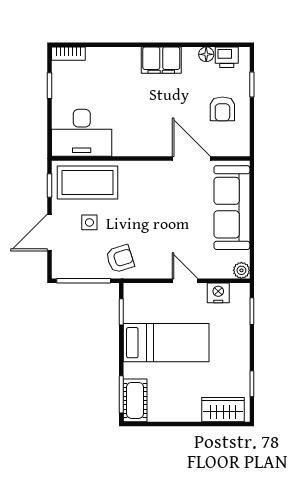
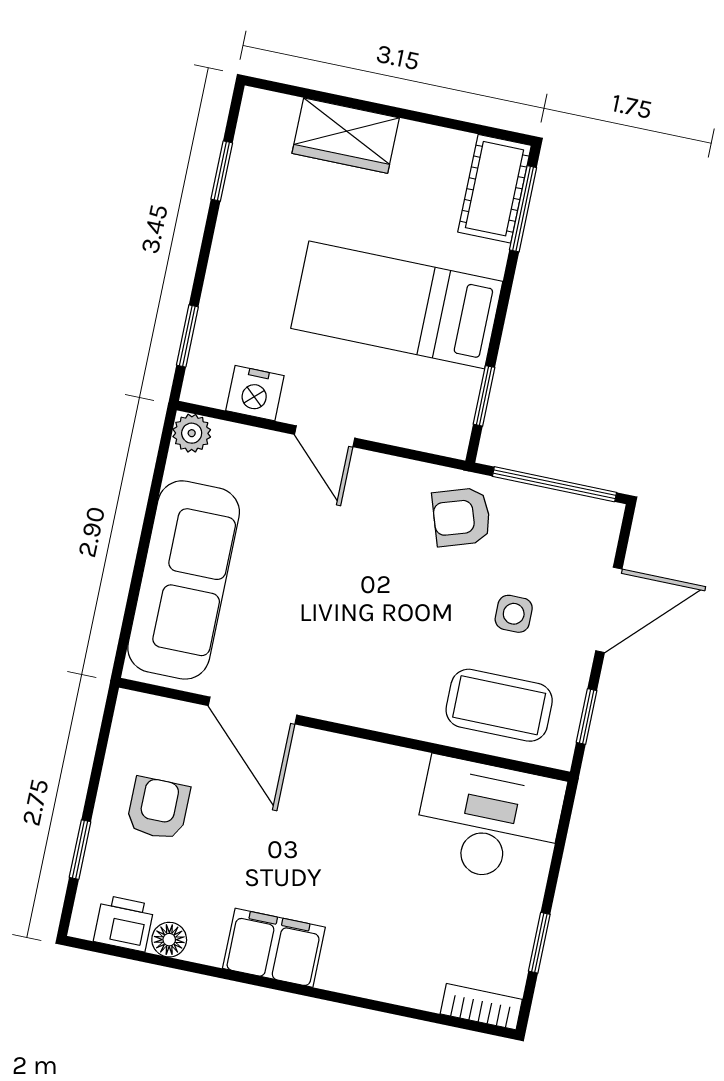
coffee table: (88, 183) -> (499, 705), width x0.73, depth x0.76
wardrobe: (223, 410) -> (346, 136), moved

